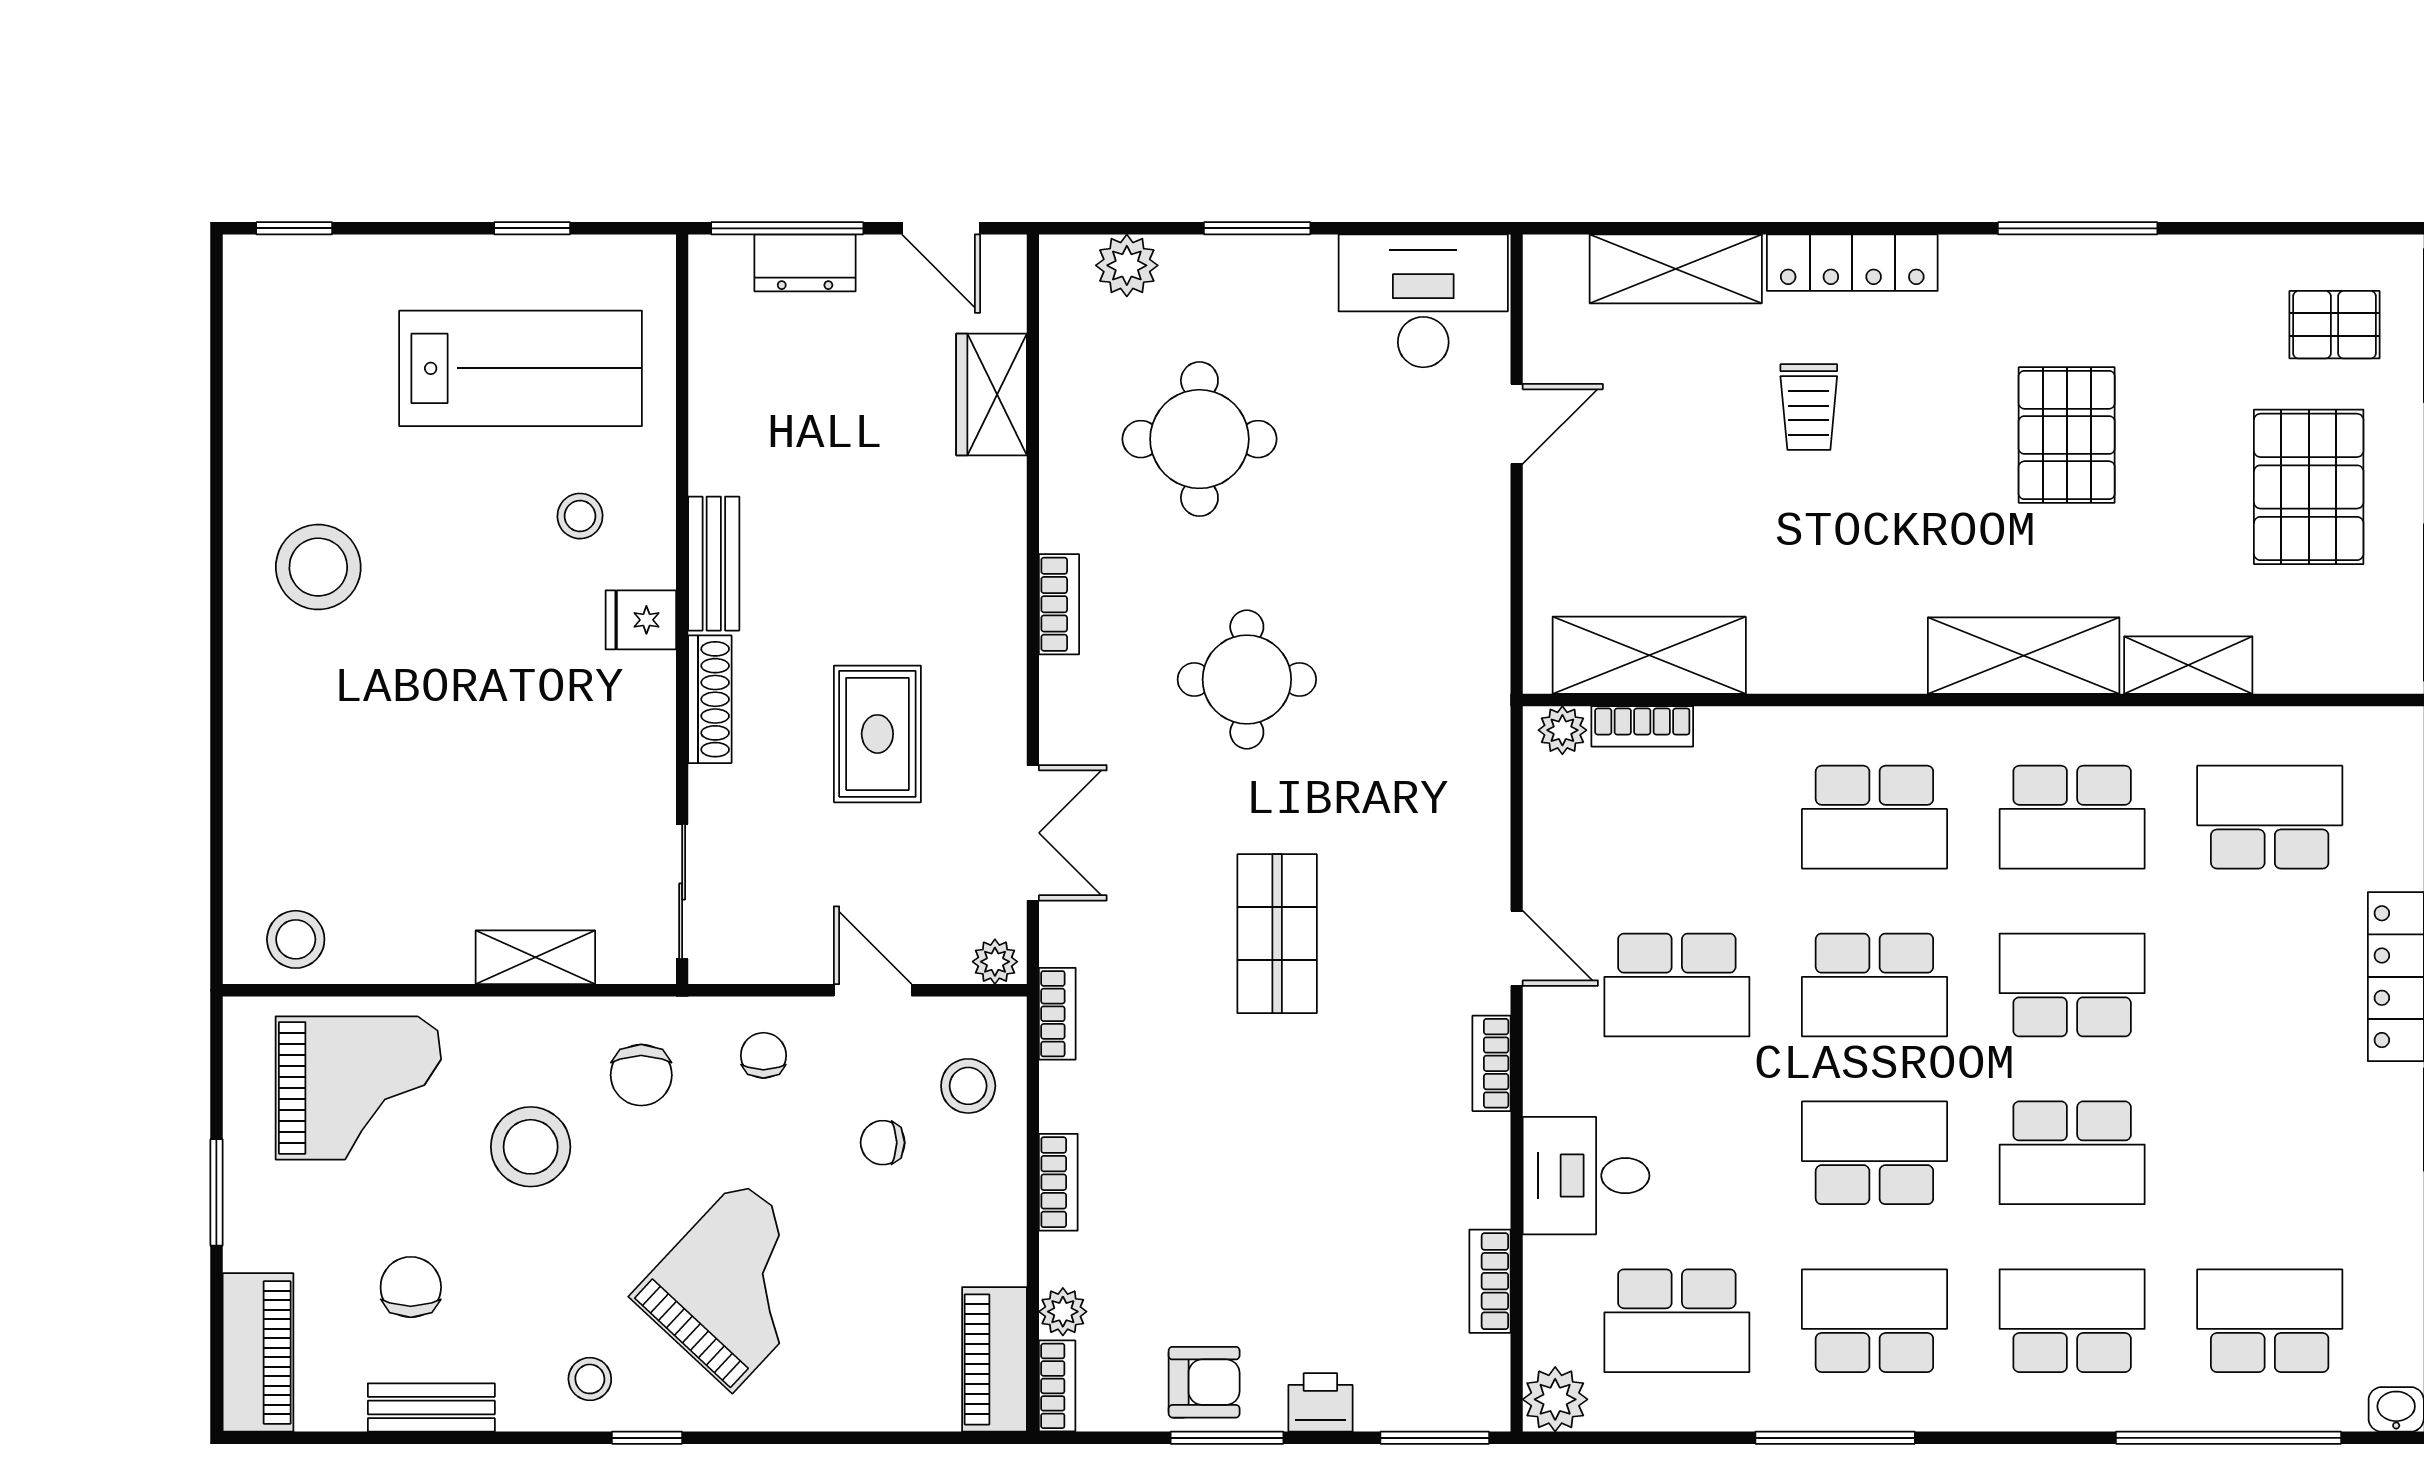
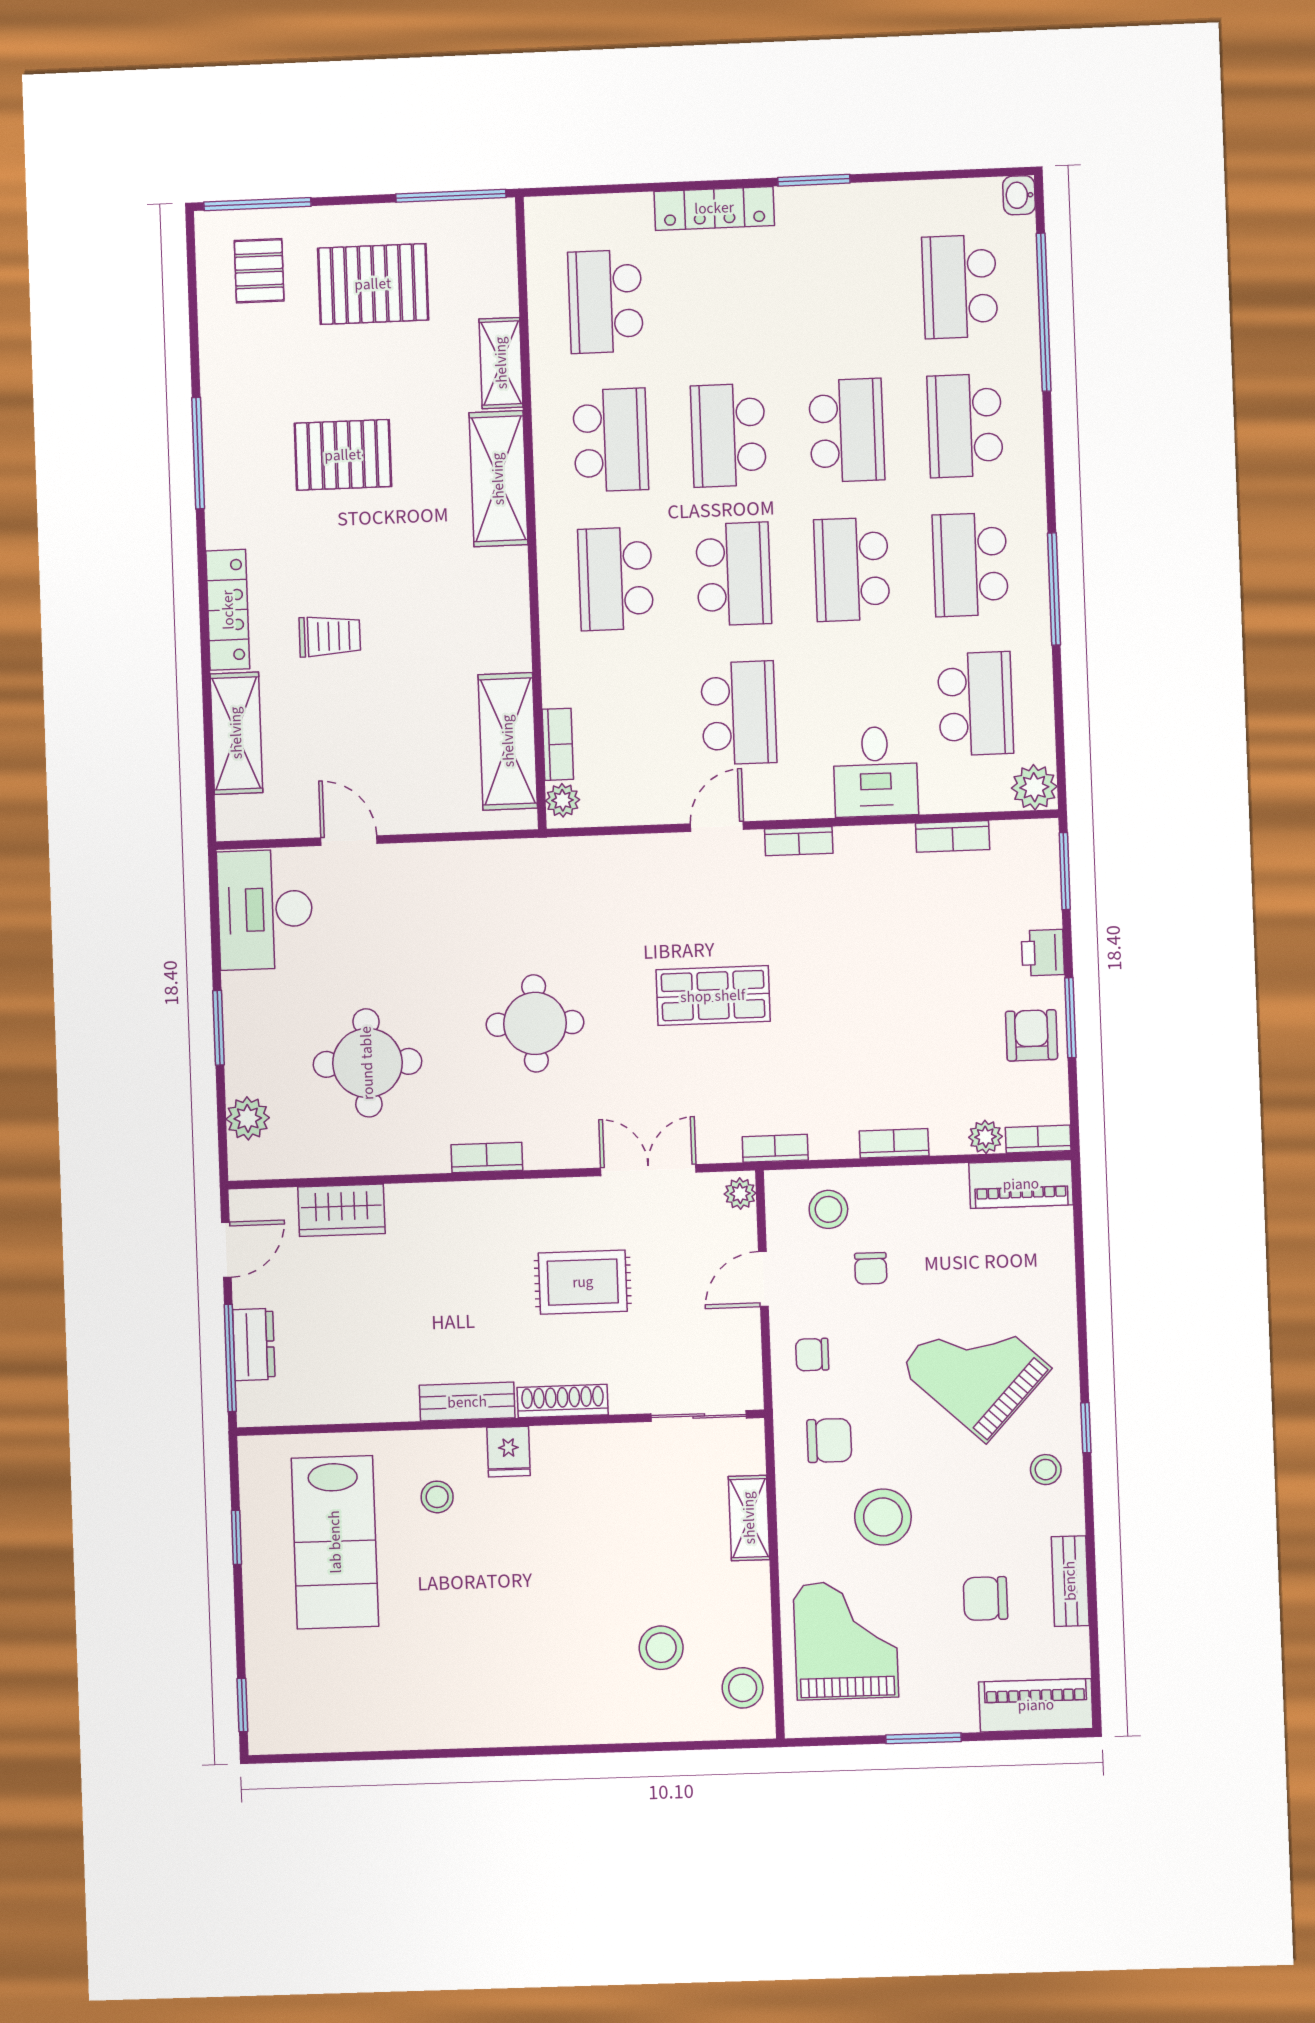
lab bench: (521, 368) -> (335, 1542), turned 180
stool: (318, 567) -> (661, 1648), moved, width x0.73, depth x0.73
school desk: (1874, 817) -> (616, 579), turned 180

